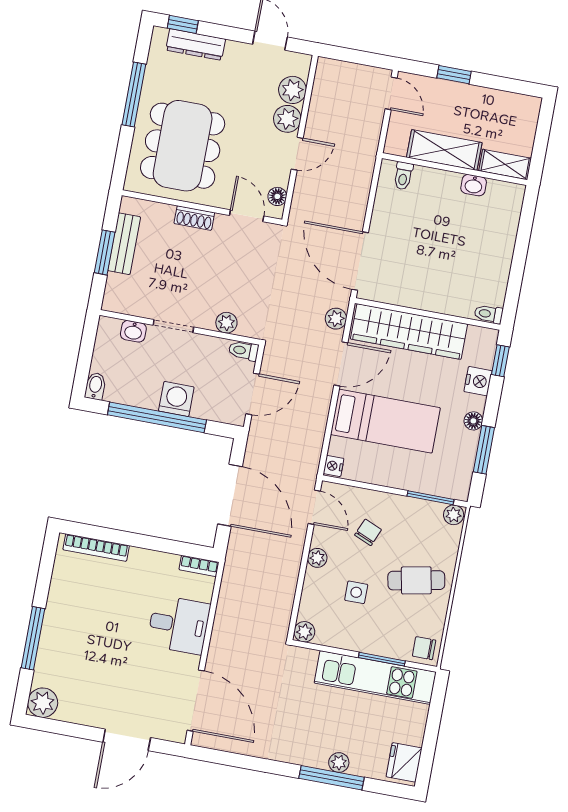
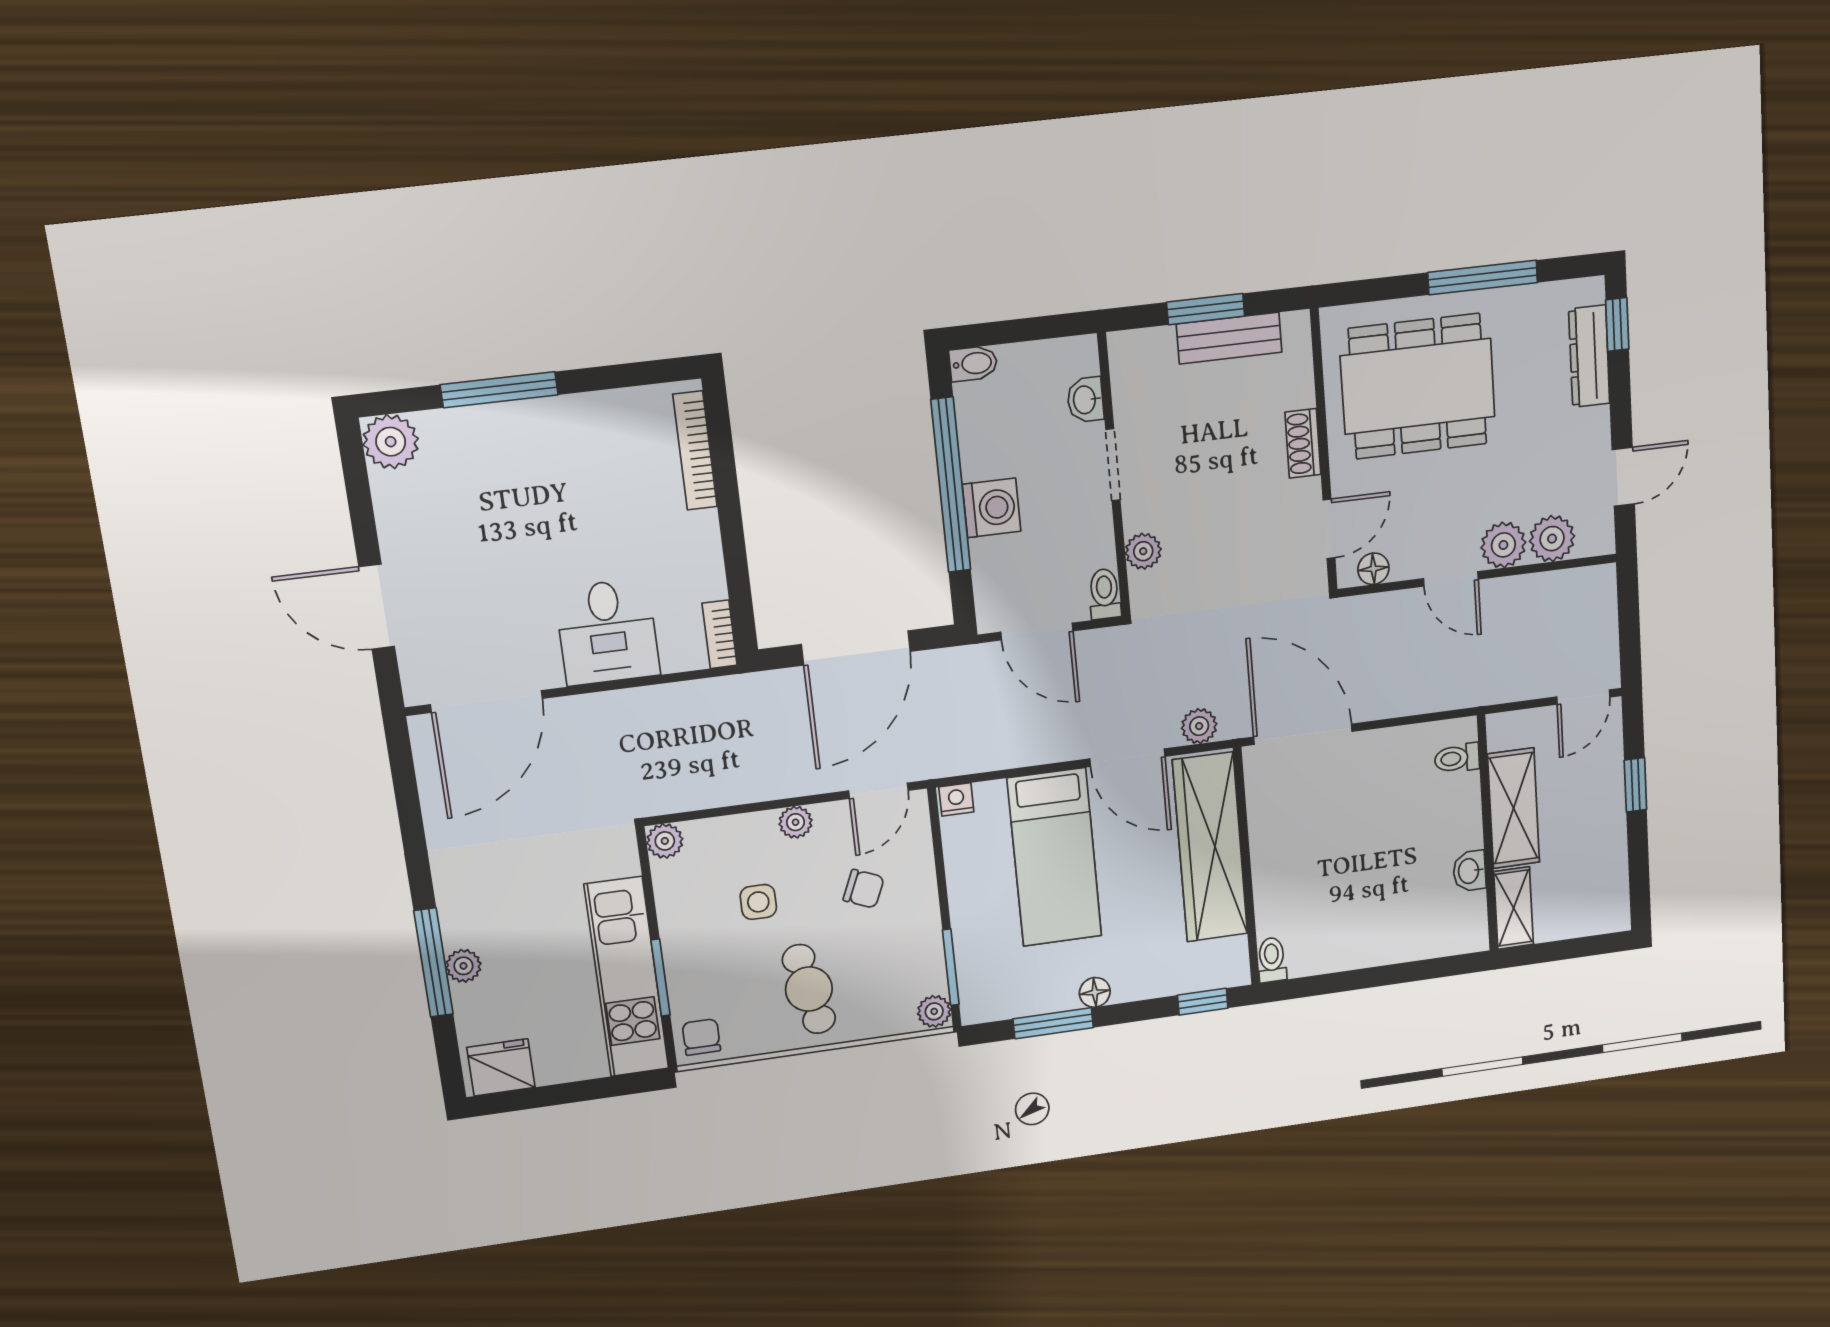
door: (360, 261) -> (1303, 734), hinge flipped
nightstand: (478, 381) -> (1160, 979), removed

